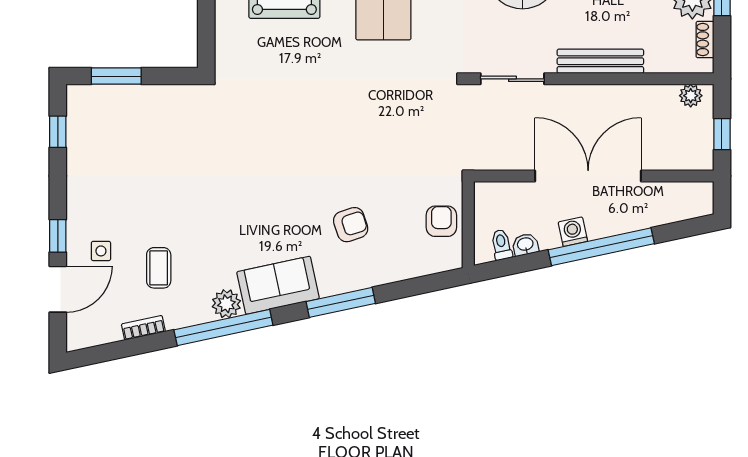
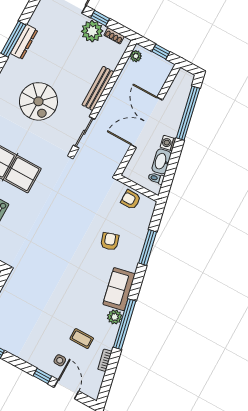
washbasin: (525, 245) -> (161, 161), width x1.91, depth x1.45
window: (601, 247) -> (188, 113), moved
window: (341, 302) -> (148, 247), moved

